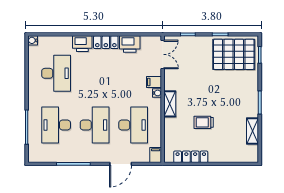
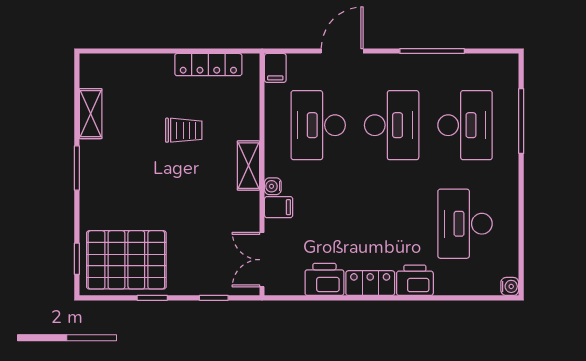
desk: (95, 125) -> (392, 125), turned 180

